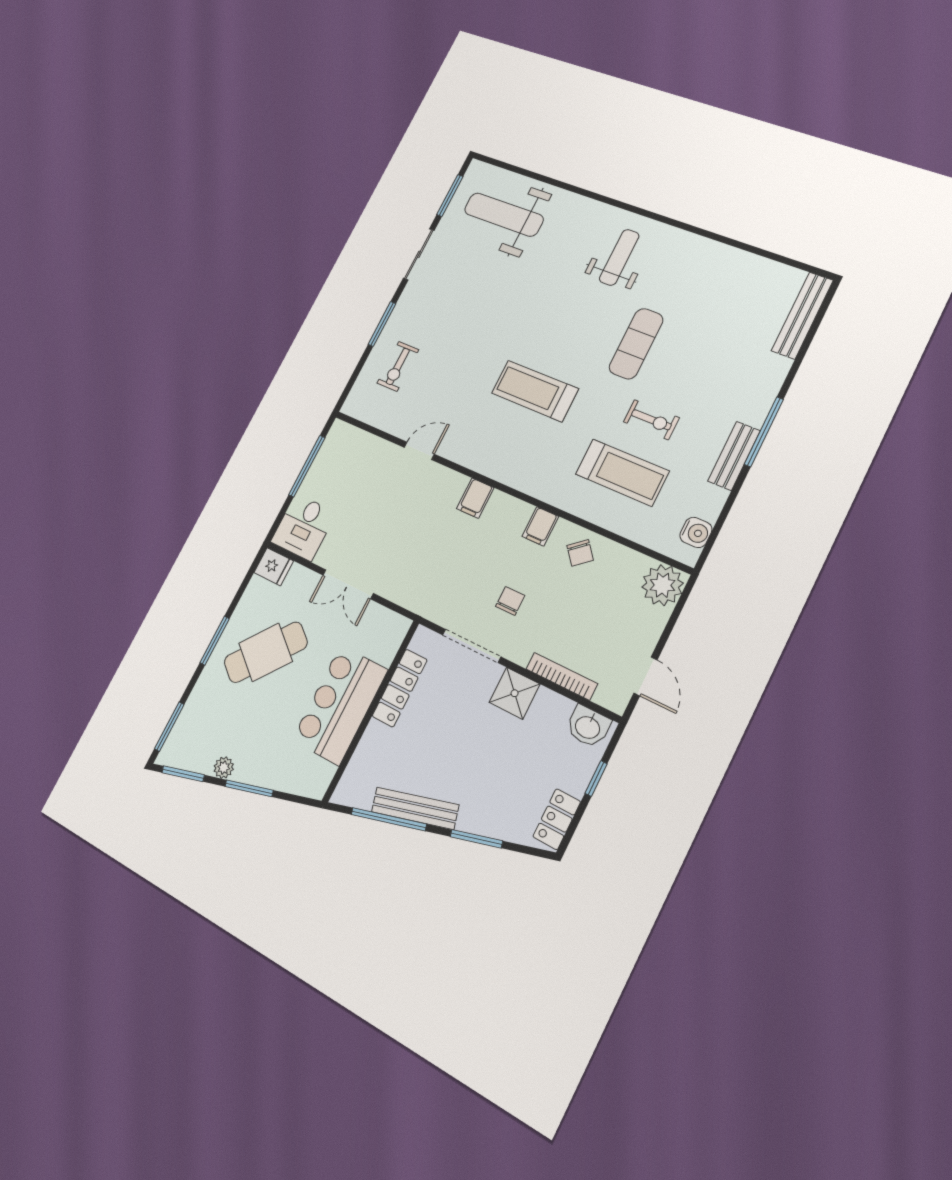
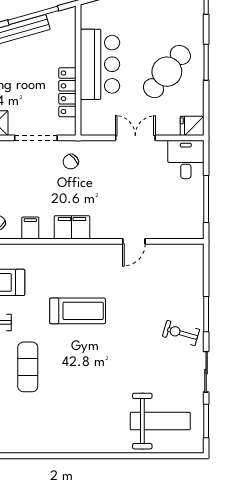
weight bench: (619, 257) -> (67, 420), removed
exercise bike: (398, 366) -> (181, 333), moved, turned -74
filing cabinet: (475, 498) -> (72, 227), width x2.00
chair: (510, 601) -> (71, 162), moved, turned 49

